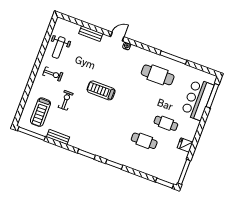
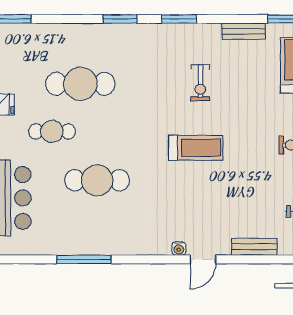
cafe table: (158, 75) -> (97, 180), moved
exercise bike: (66, 100) -> (200, 83), moved
cafe table: (144, 141) -> (80, 84), width x1.37, depth x1.35

